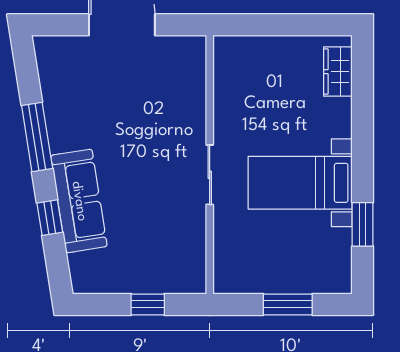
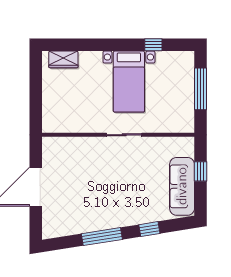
sofa: (79, 201) -> (182, 186), moved, turned -81
window: (363, 224) -> (153, 45), width x0.67
window: (288, 304) -> (201, 89), width x1.44

